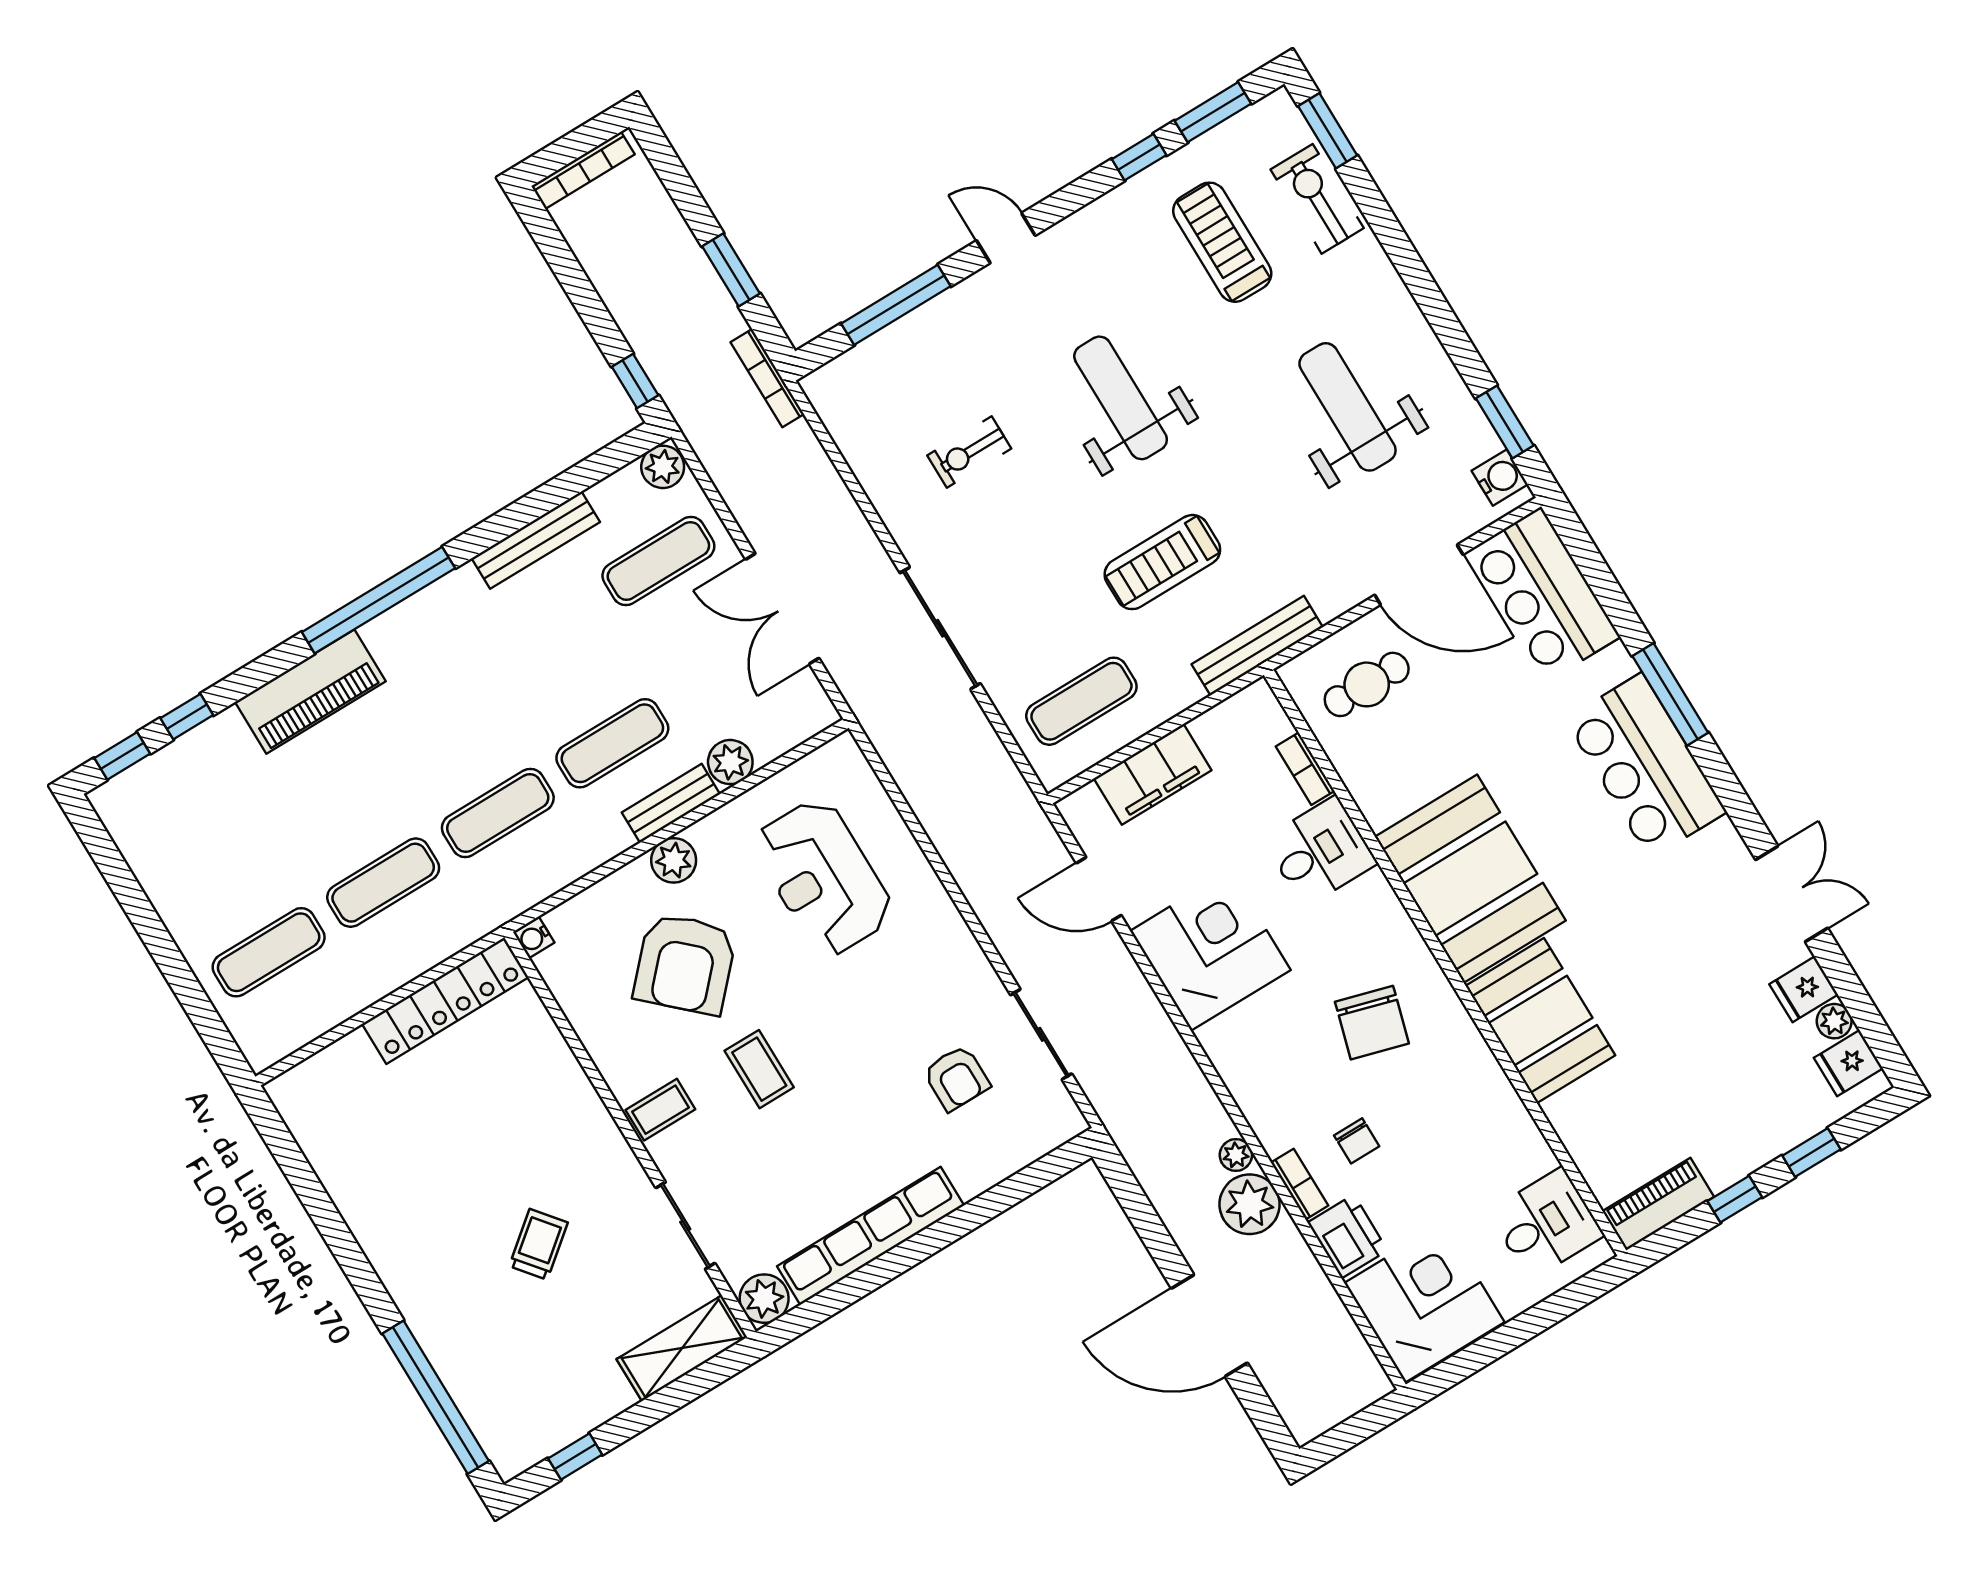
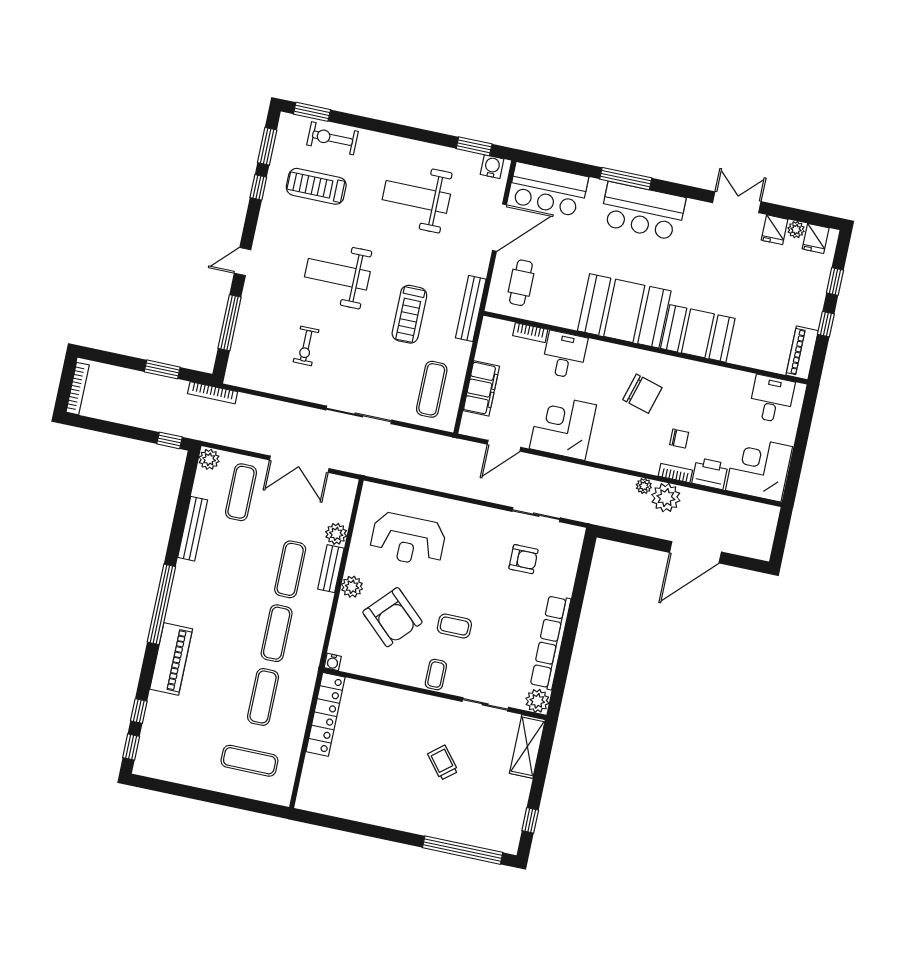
exercise mat: (269, 952) -> (249, 761), turned 90

